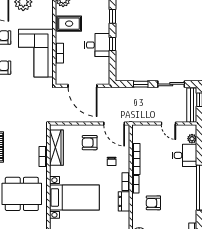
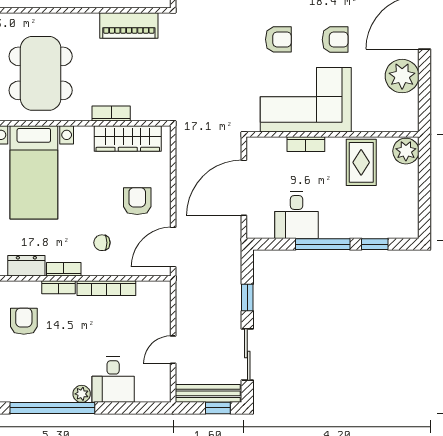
window: (112, 44) -> (323, 244), width x2.17
desk: (97, 45) -> (297, 215), moved
plant: (192, 139) -> (82, 394), moved

